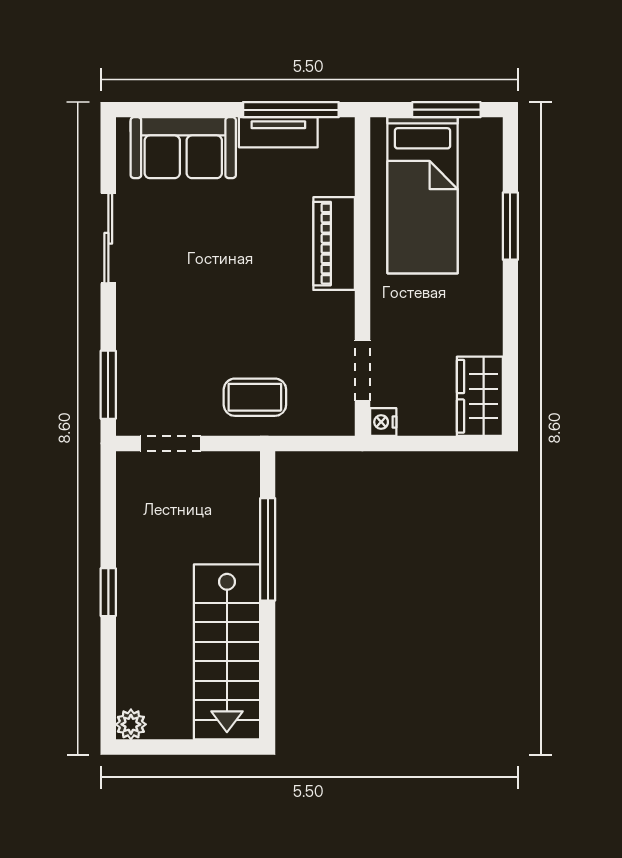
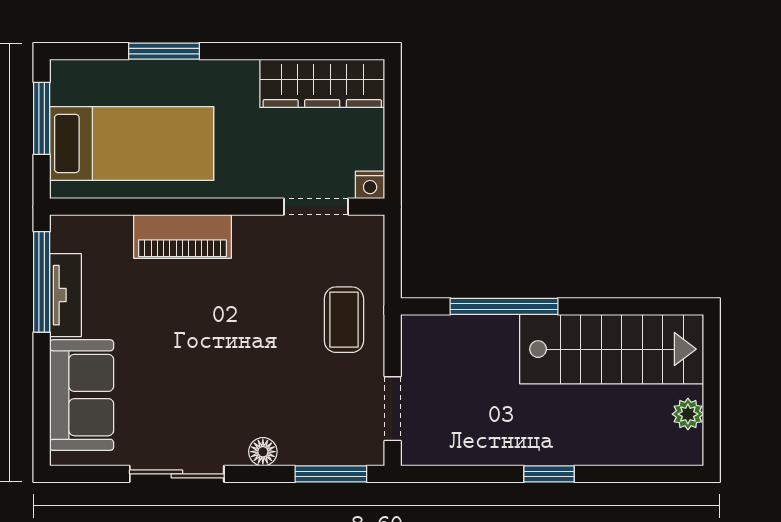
floor lamp: (129, 320) -> (263, 452), added
wardrobe: (480, 396) -> (322, 83), width x1.50
plant: (131, 724) -> (688, 414), moved

